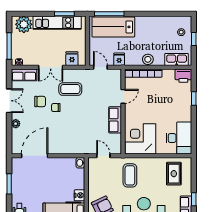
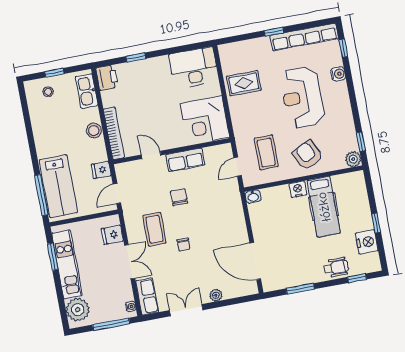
chair: (40, 102) -> (179, 197), moved
rug: (174, 174) -> (244, 83), moved
coffee table: (130, 175) -> (266, 152), moved, turned 90

